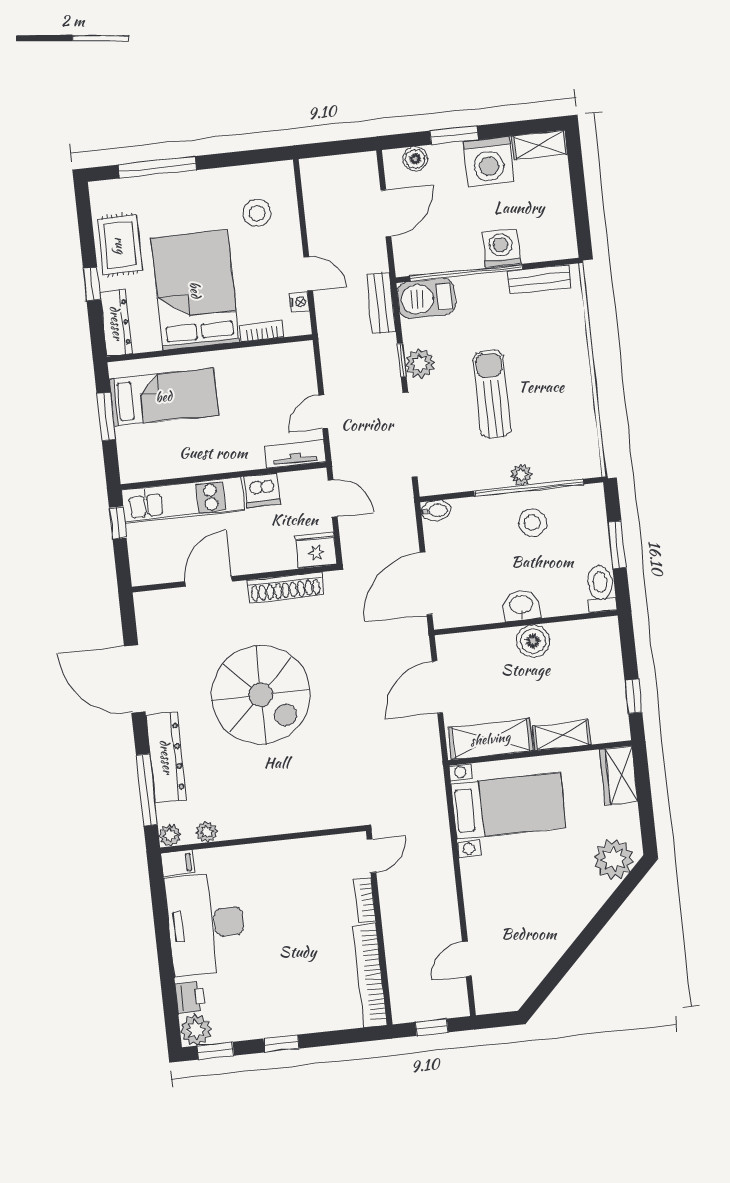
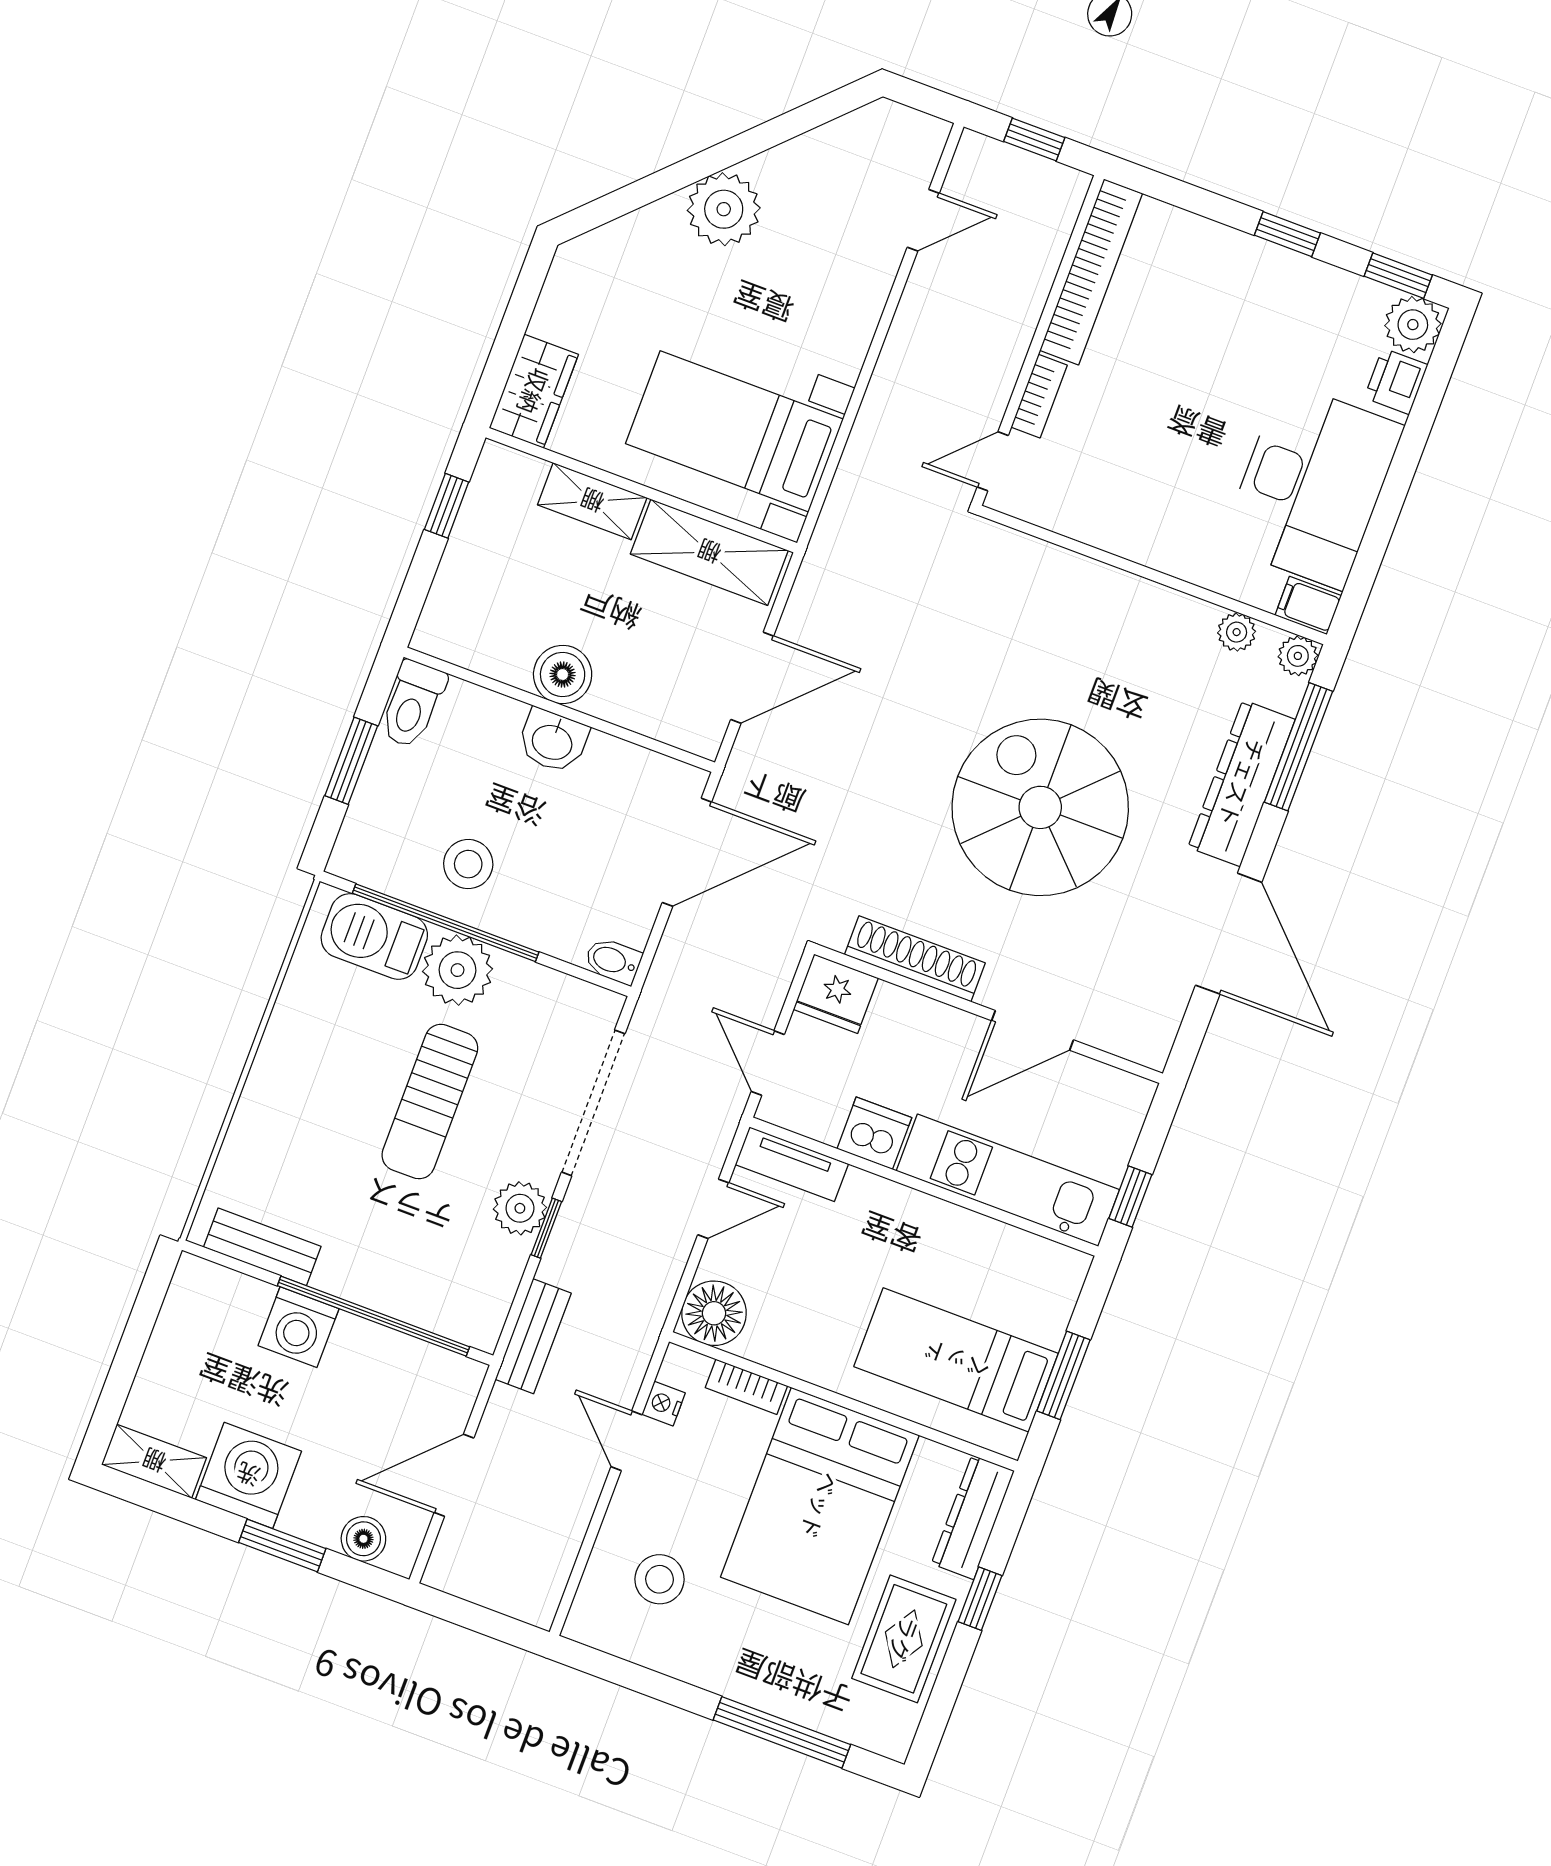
barbecue: (426, 298) -> (374, 936), moved, turned 180
floor lamp: (297, 360) -> (714, 1313), added
plant: (521, 475) -> (458, 970), width x1.88, depth x1.88
plant: (614, 859) -> (724, 209), moved

